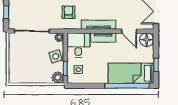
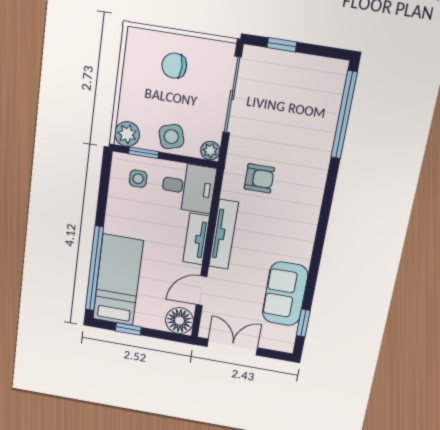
chair: (23, 60) -> (174, 66), added

